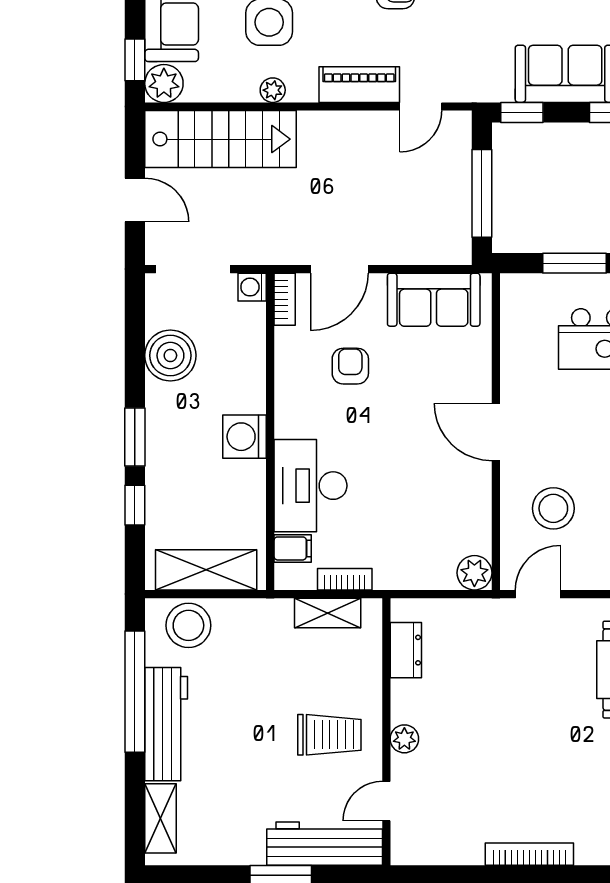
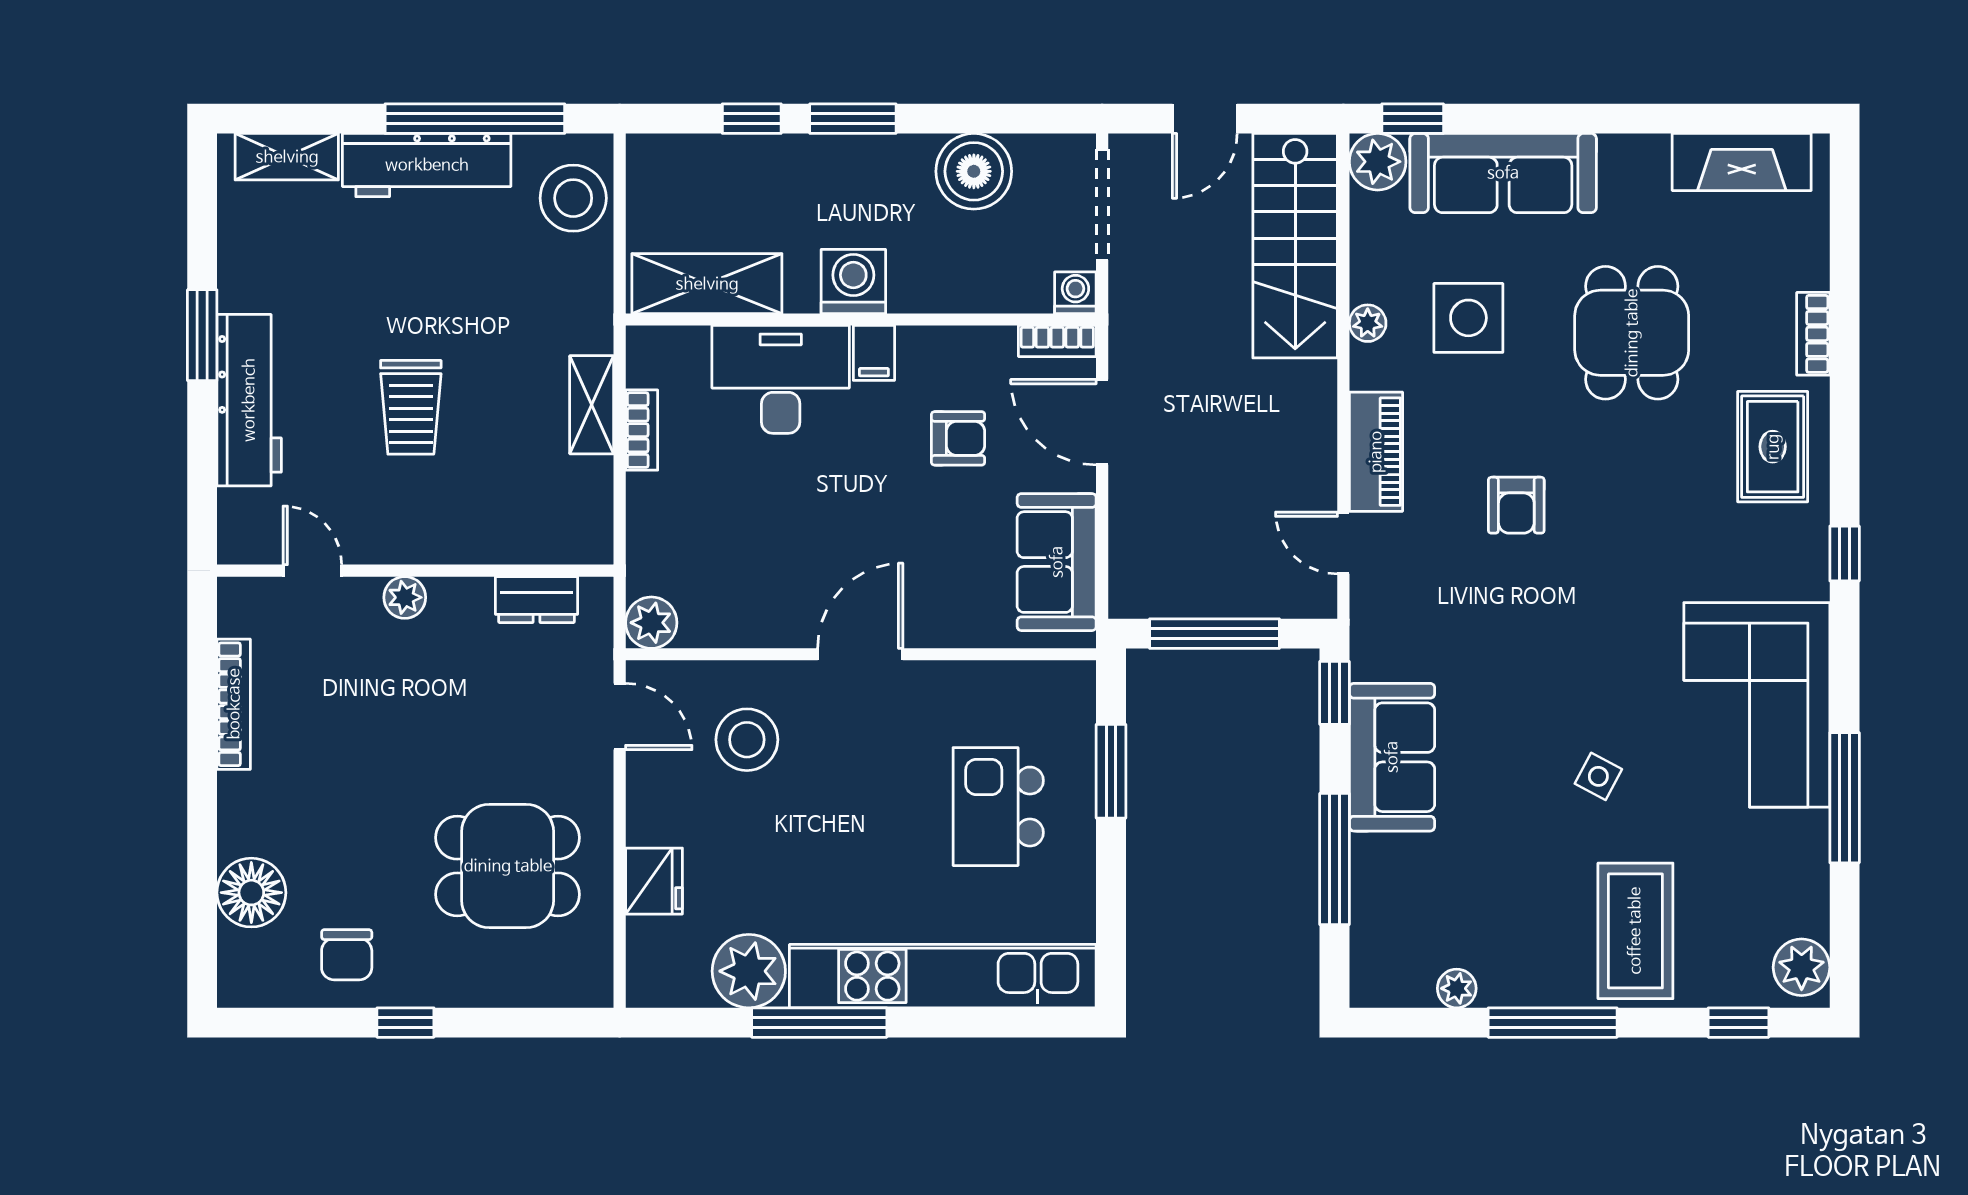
filing cabinet: (293, 548) -> (874, 353), moved
shelving: (206, 570) -> (707, 284), moved, turned 90
dresser: (406, 650) -> (536, 600), moved
wall: (386, 732) -> (415, 571), moved
plant: (404, 739) -> (405, 597), moved
door: (386, 801) -> (312, 571), moved

